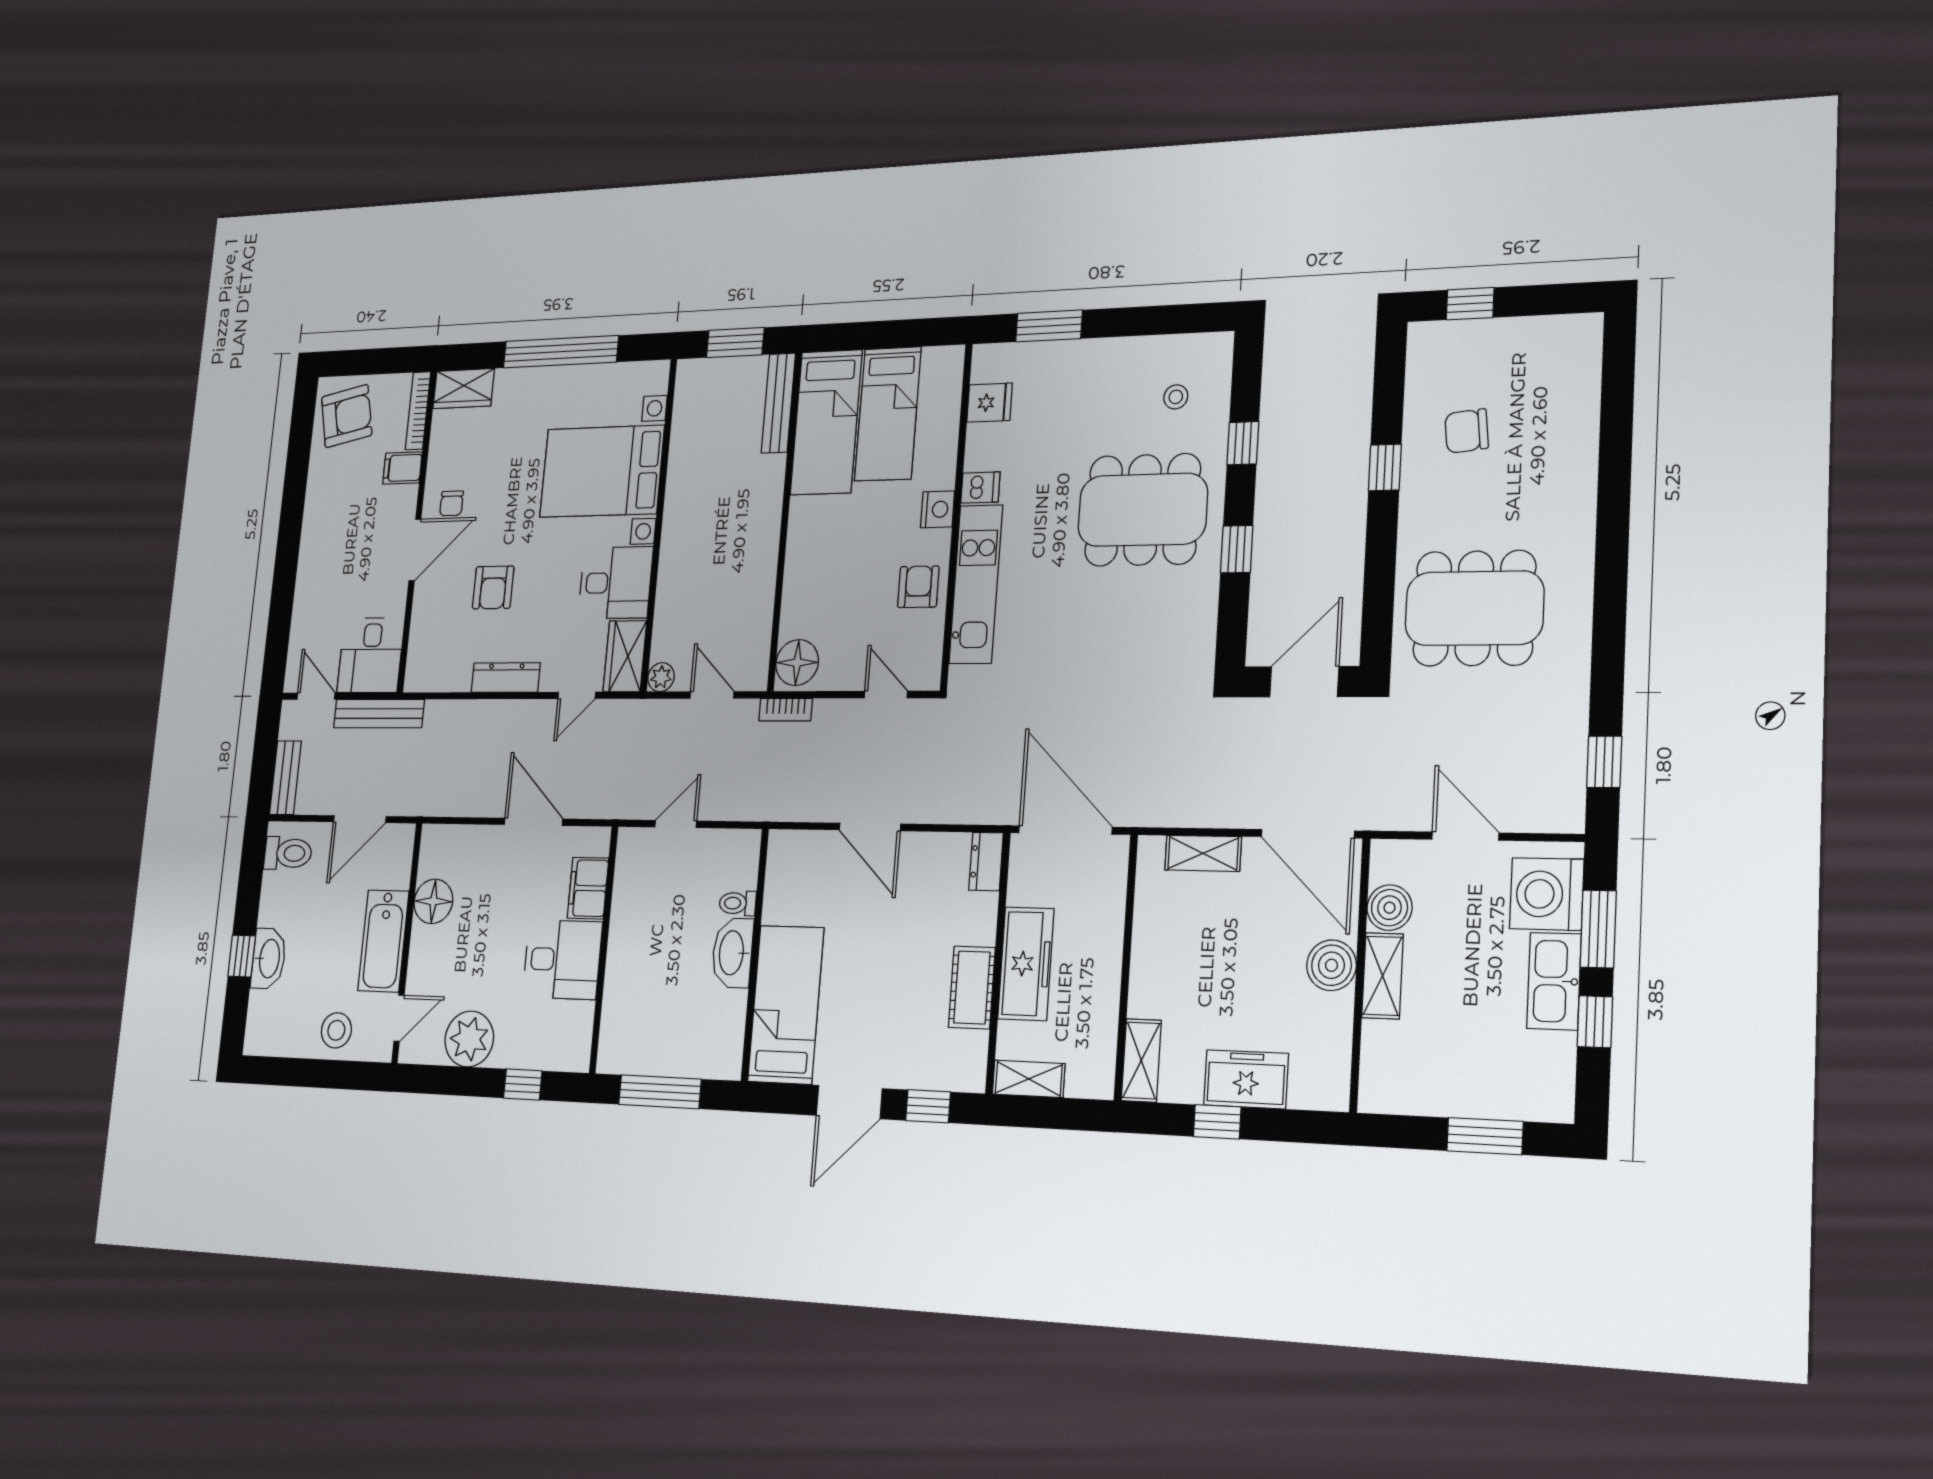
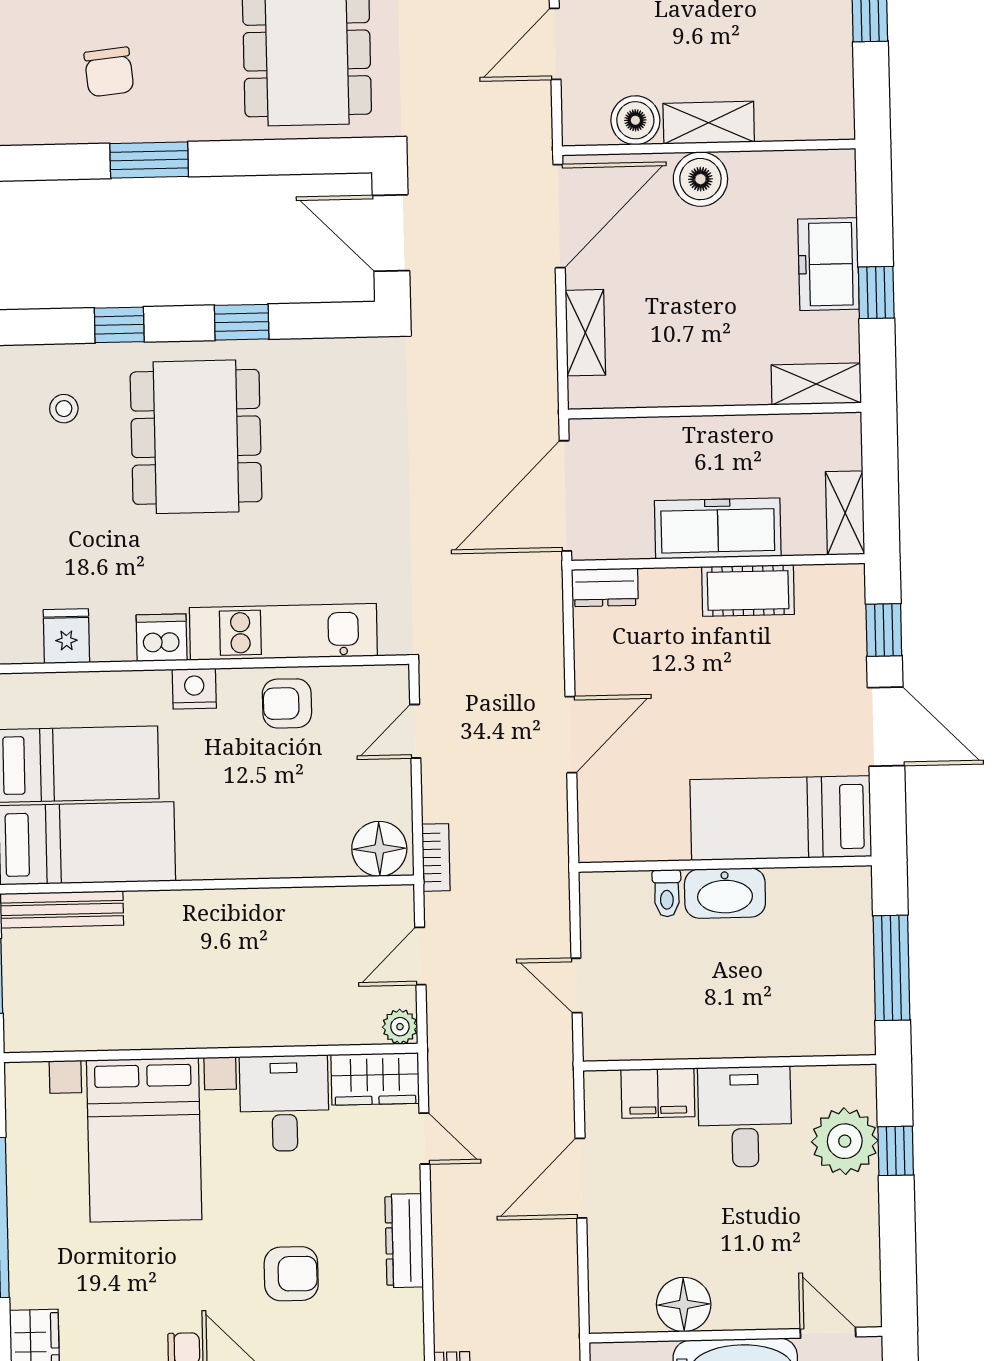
window: (1385, 467) -> (149, 160), width x1.50
dishwasher: (980, 487) -> (162, 638), width x1.38
plant: (469, 1039) -> (845, 1141), moved

